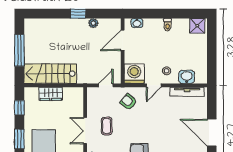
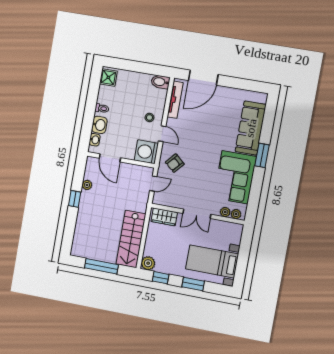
bidet: (201, 75) -> (160, 82), added
washbasin: (187, 77) -> (99, 125), moved, turned 180
door: (106, 85) -> (153, 184), swing flipped
plant: (31, 94) -> (148, 263), added
wardrobe: (51, 94) -> (164, 217), moved, turned 90
coffee table: (107, 126) -> (196, 191), removed
door: (212, 133) -> (203, 78), moved

